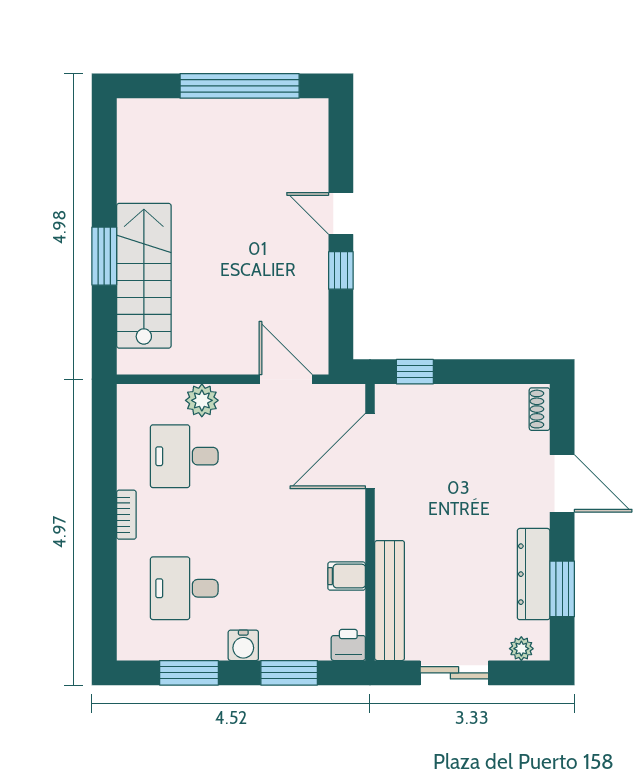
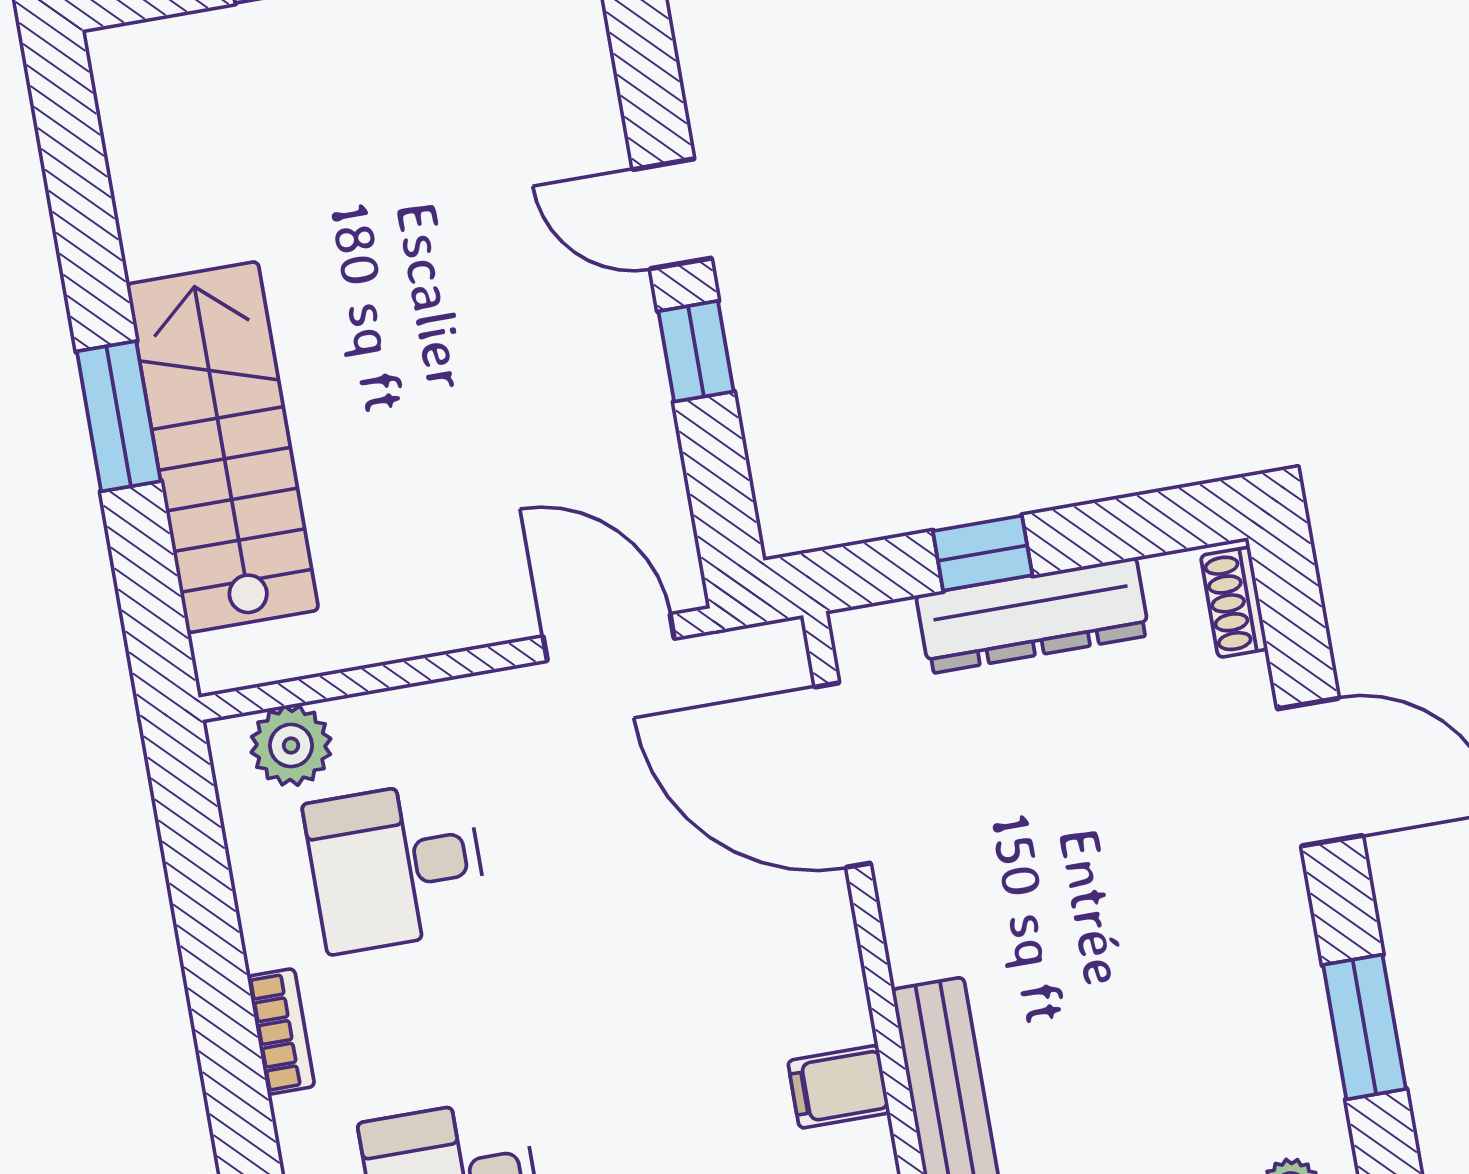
window: (415, 372) -> (983, 553), moved
plant: (202, 400) -> (291, 745), moved
door: (370, 451) -> (843, 775), hinge flipped
dresser: (534, 574) -> (1033, 615), moved, turned -90

